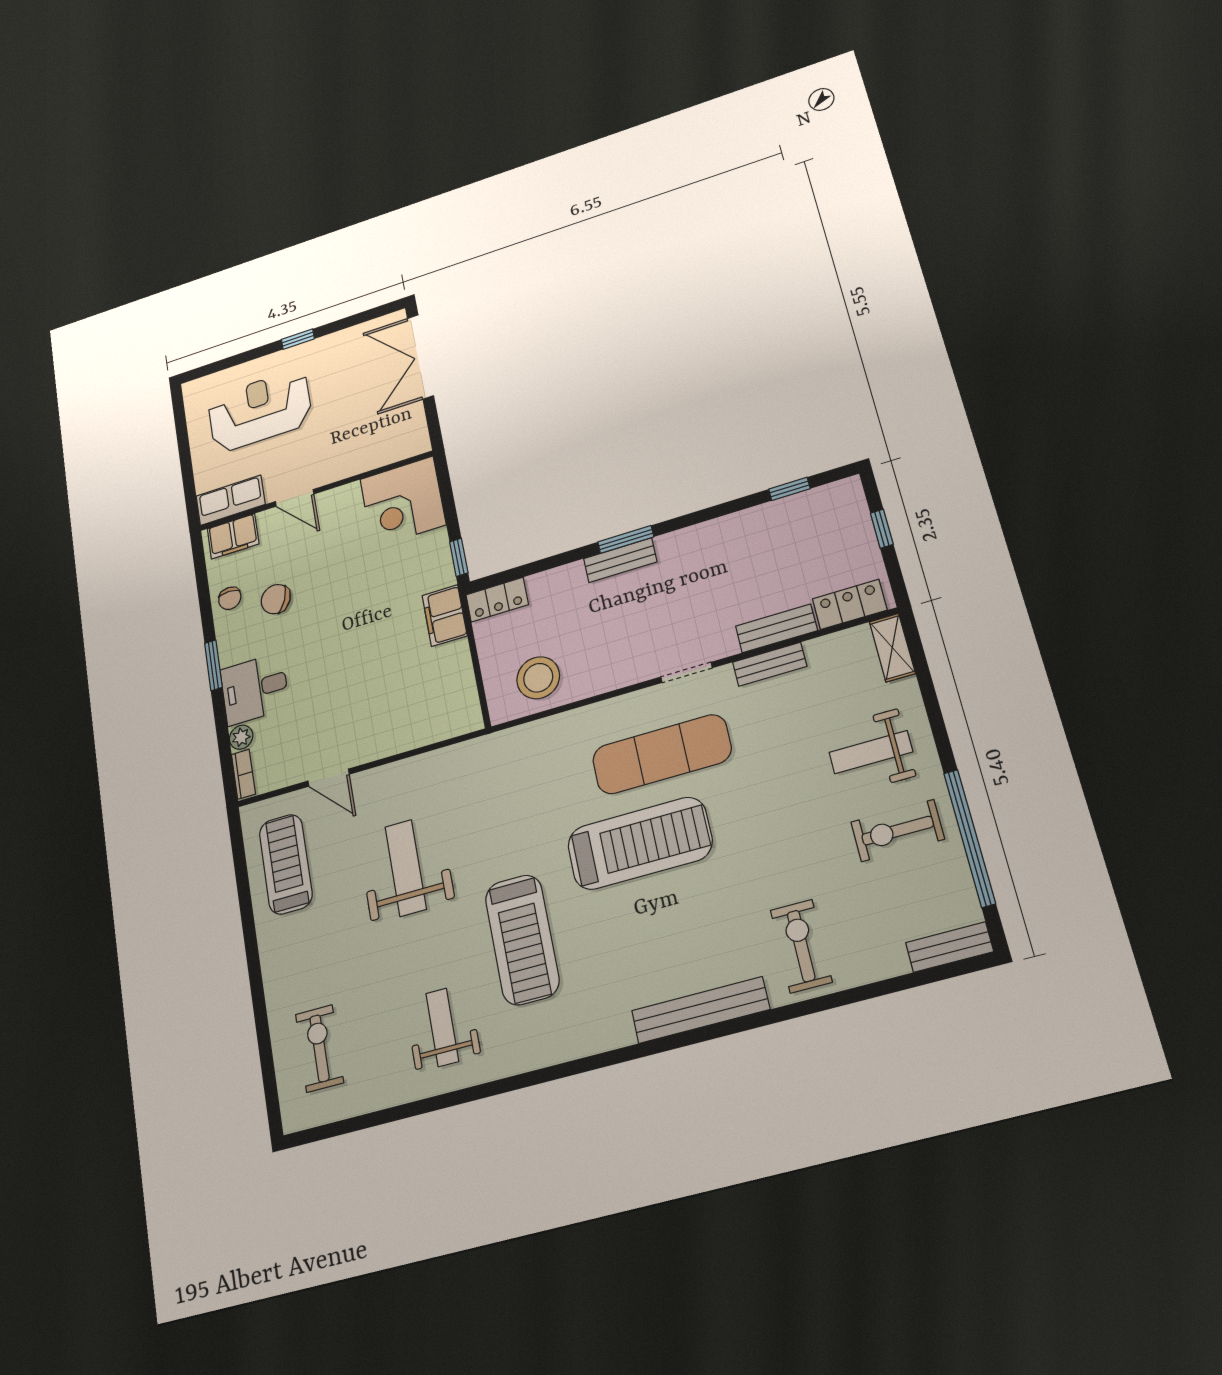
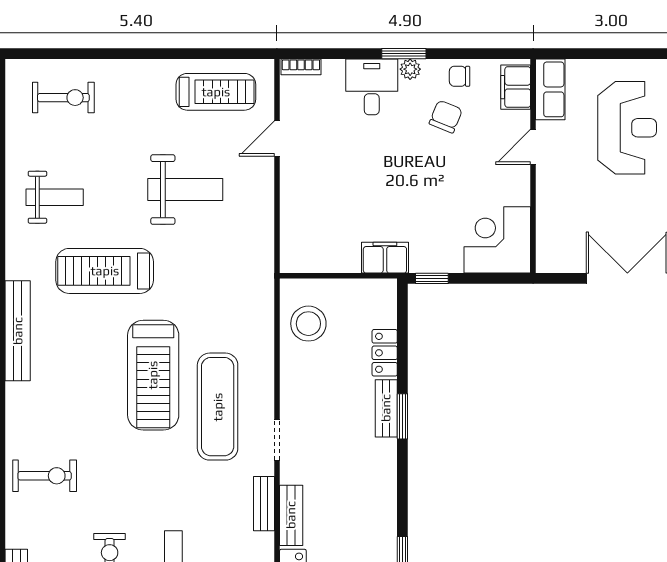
locker: (497, 600) -> (385, 353), moved
plant: (241, 737) -> (410, 69), moved
bench: (700, 1010) -> (18, 331), moved

